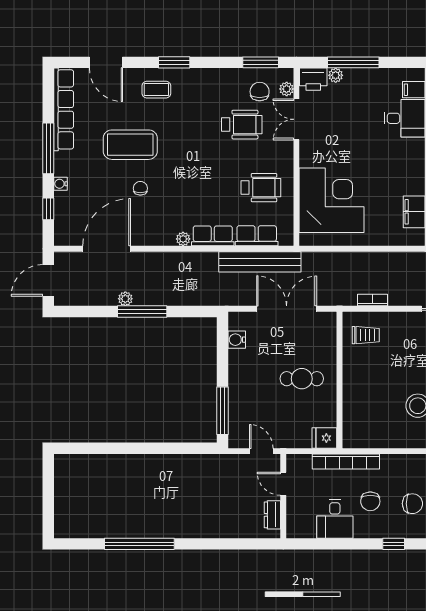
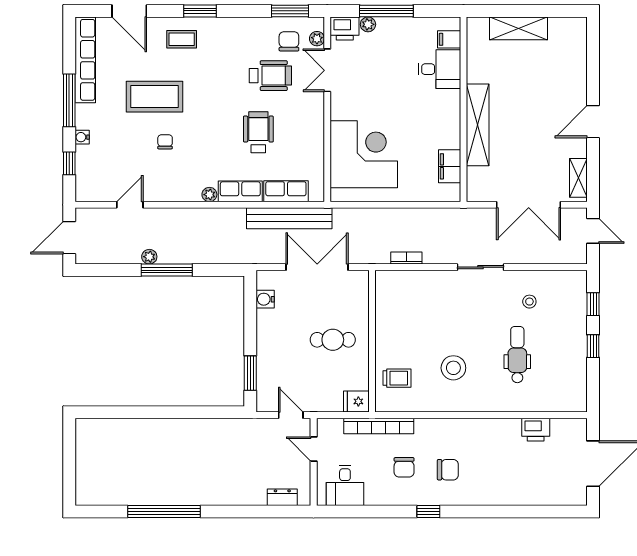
wheelchair: (261, 188) -> (258, 132), moved, turned -90
door: (107, 249) -> (130, 205), width x0.53
trolley: (366, 335) -> (397, 378), moved
window: (222, 411) -> (250, 373), width x0.69
dresser: (272, 515) -> (282, 497), moved, turned 90
desk: (335, 519) -> (345, 486), moved

